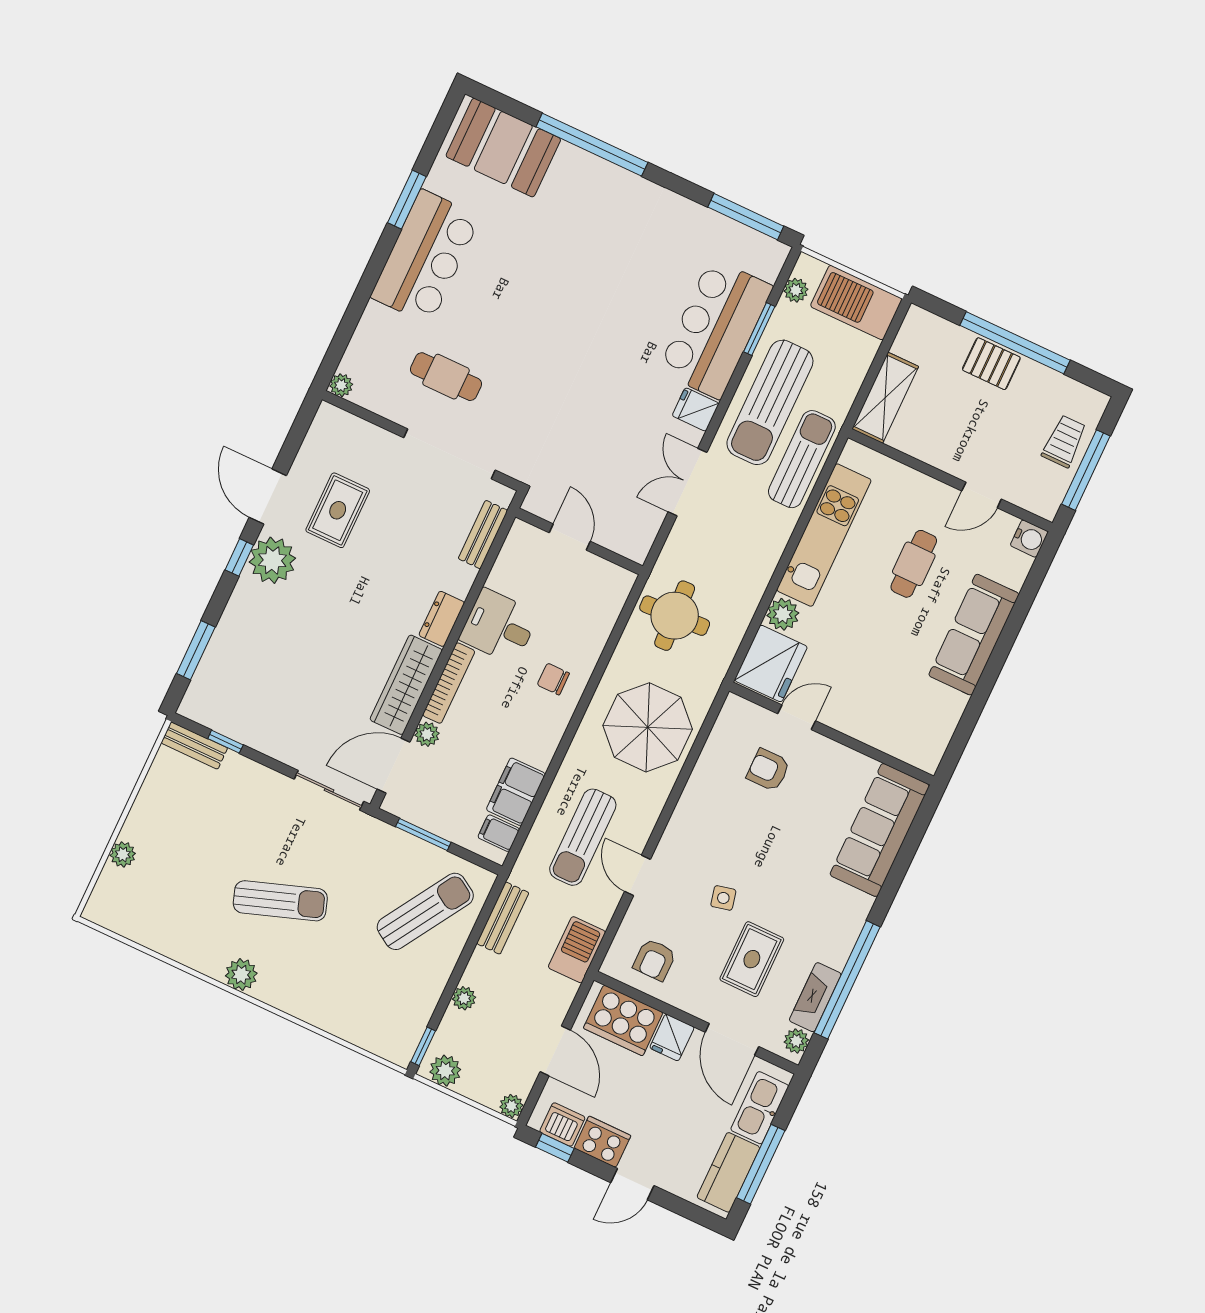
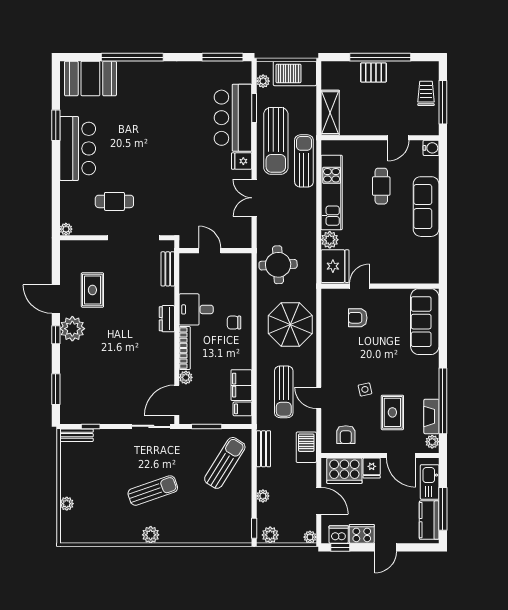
wardrobe: (406, 685) -> (165, 358), removed

